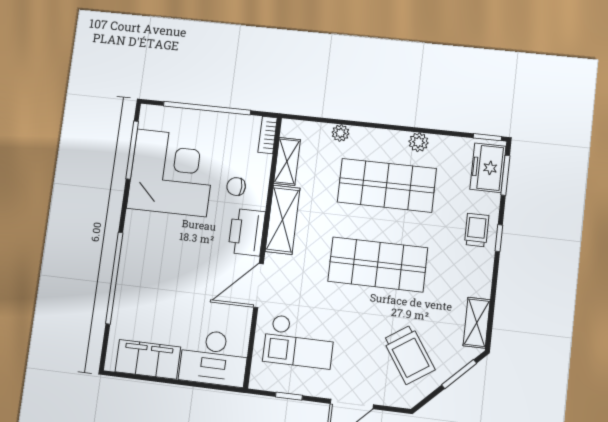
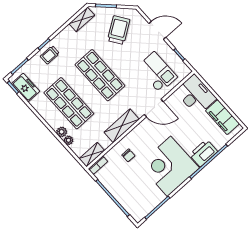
plant: (419, 142) -> (62, 132), moved
shelving: (287, 161) -> (92, 155), moved
freezer: (488, 168) -> (26, 88), moved, turned -90
corner desk: (172, 173) -> (169, 166), moved
printer: (247, 232) -> (203, 153), moved, turned 180

